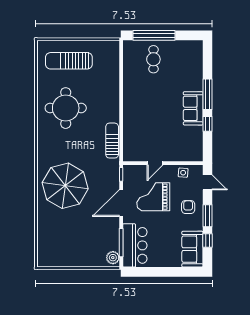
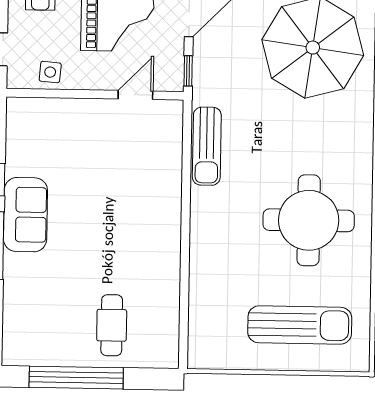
window: (154, 35) -> (76, 378), moved
door: (155, 163) -> (135, 95), moved

